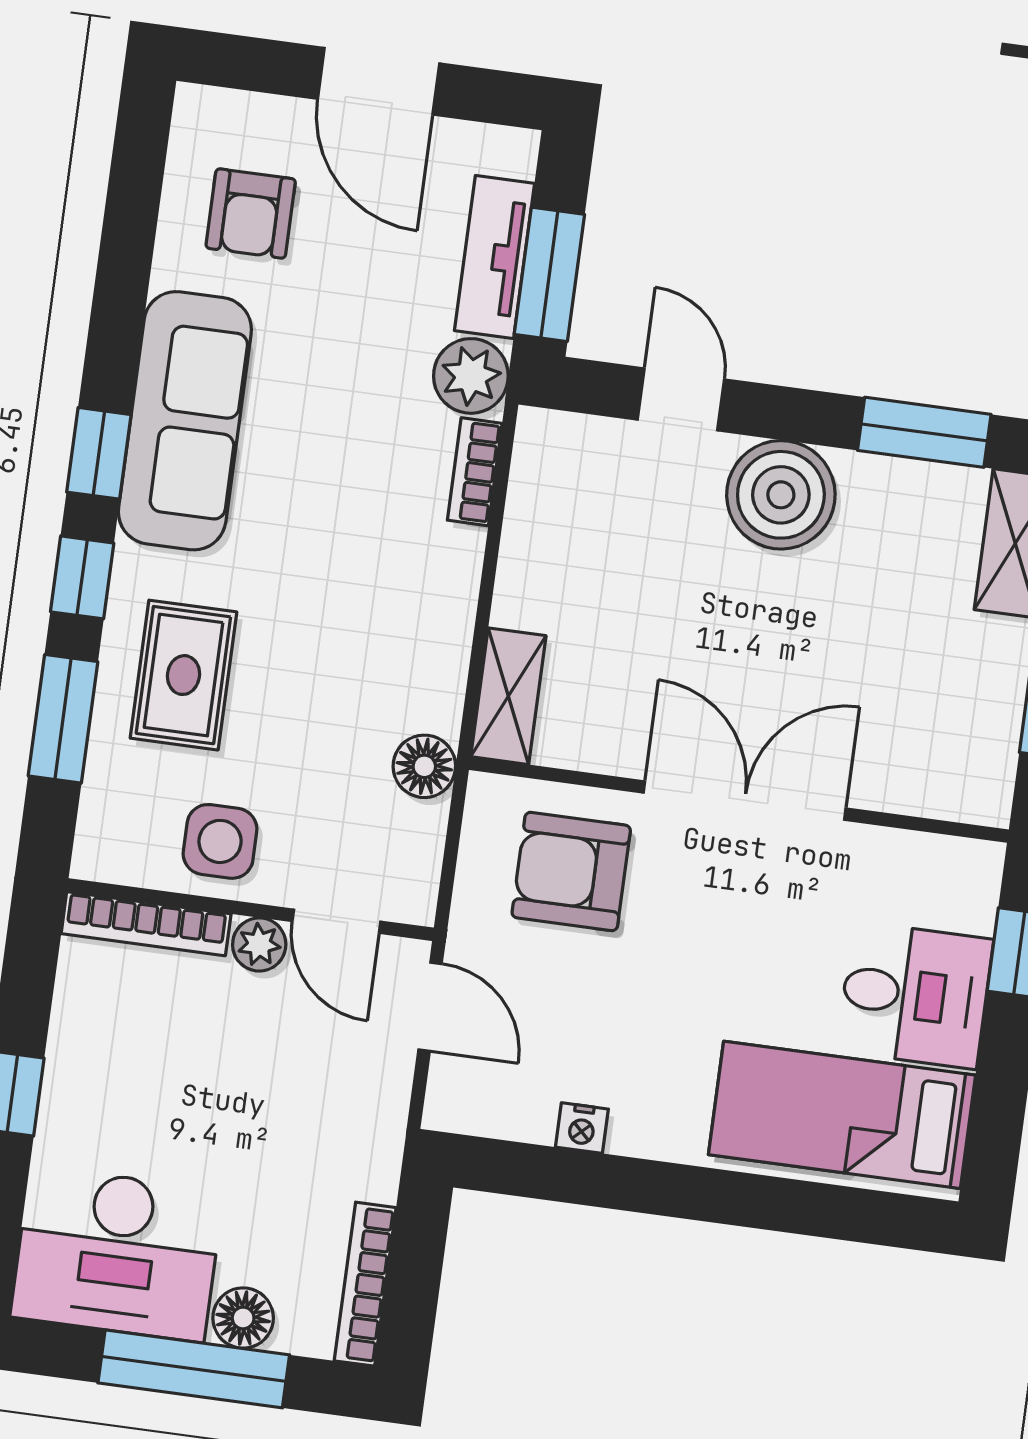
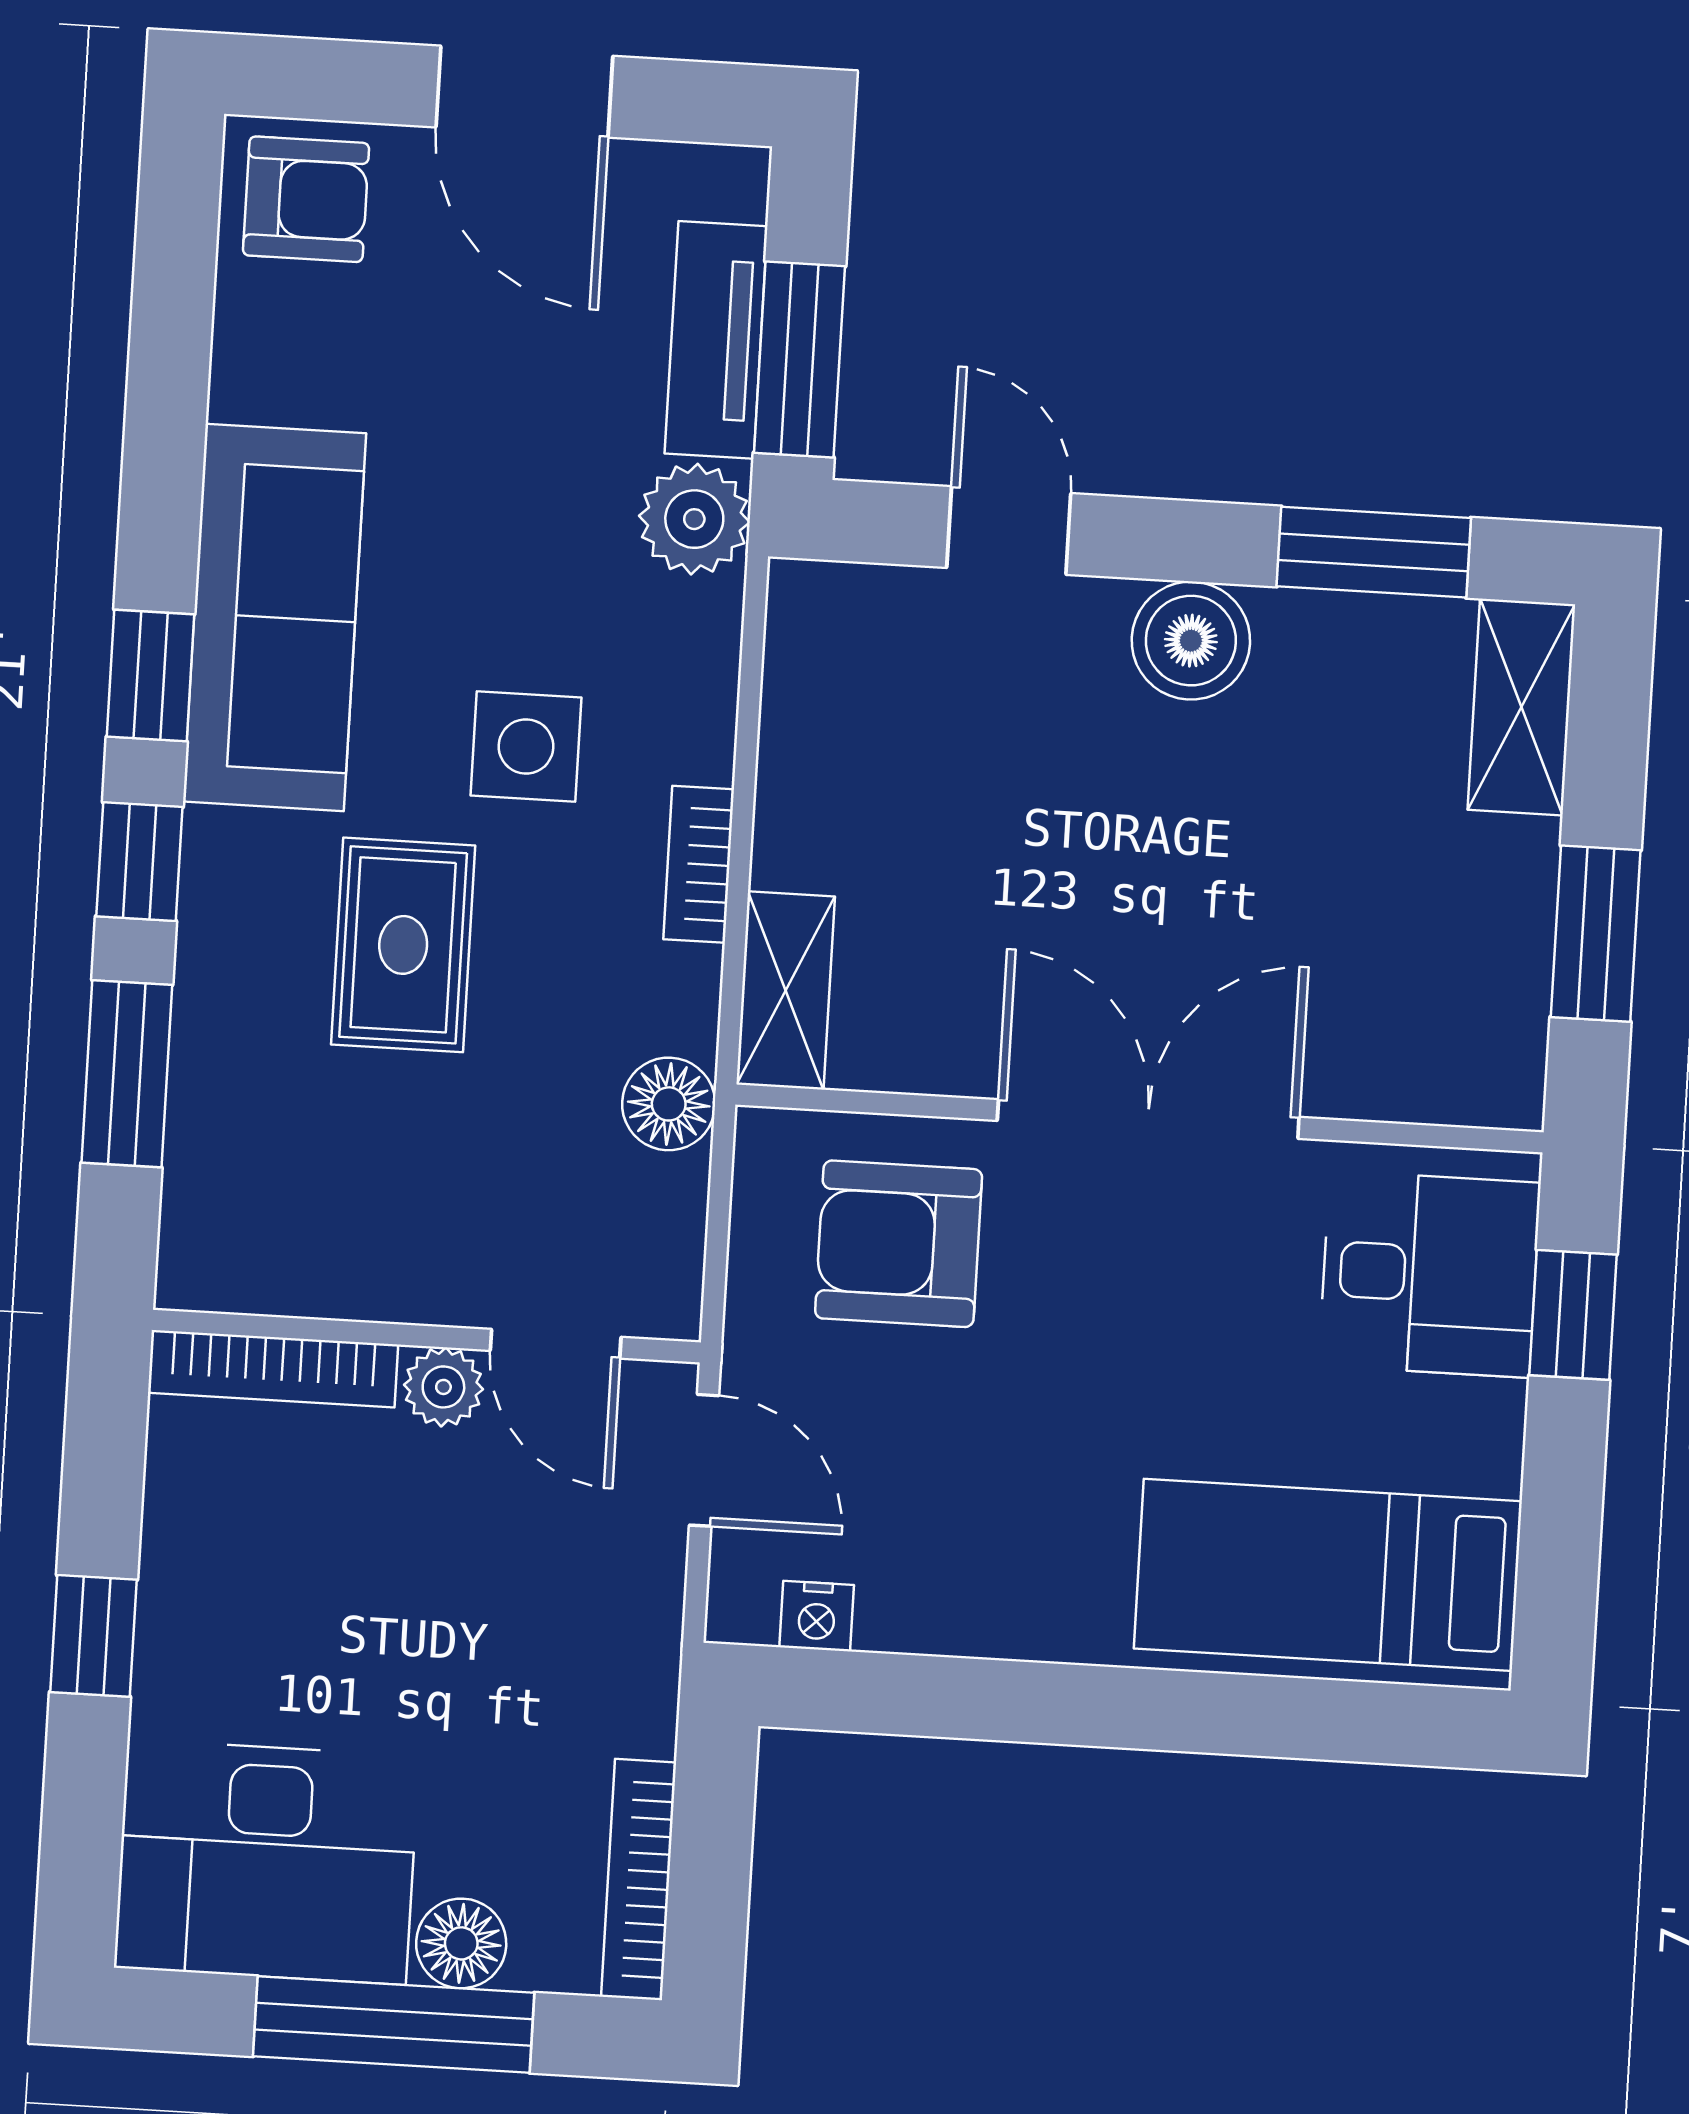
armchair: (251, 214) -> (306, 199), moved, turned -90
bookcase: (475, 472) -> (699, 864), moved
boiler: (781, 495) -> (1191, 641), width x0.73, depth x0.73
rug: (183, 675) -> (403, 945), moved
side table: (220, 841) -> (526, 746), moved
desk: (915, 995) -> (1430, 1274), moved
nightstand: (582, 1128) -> (817, 1616), moved

